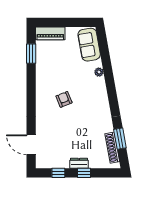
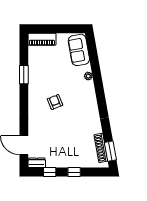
window: (31, 54) -> (24, 75), moved
window: (120, 139) -> (110, 151), moved
dresser: (79, 163) -> (37, 163), moved

